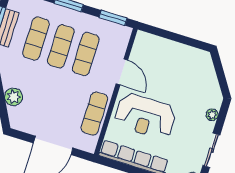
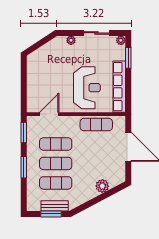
door: (122, 72) -> (49, 114), moved

